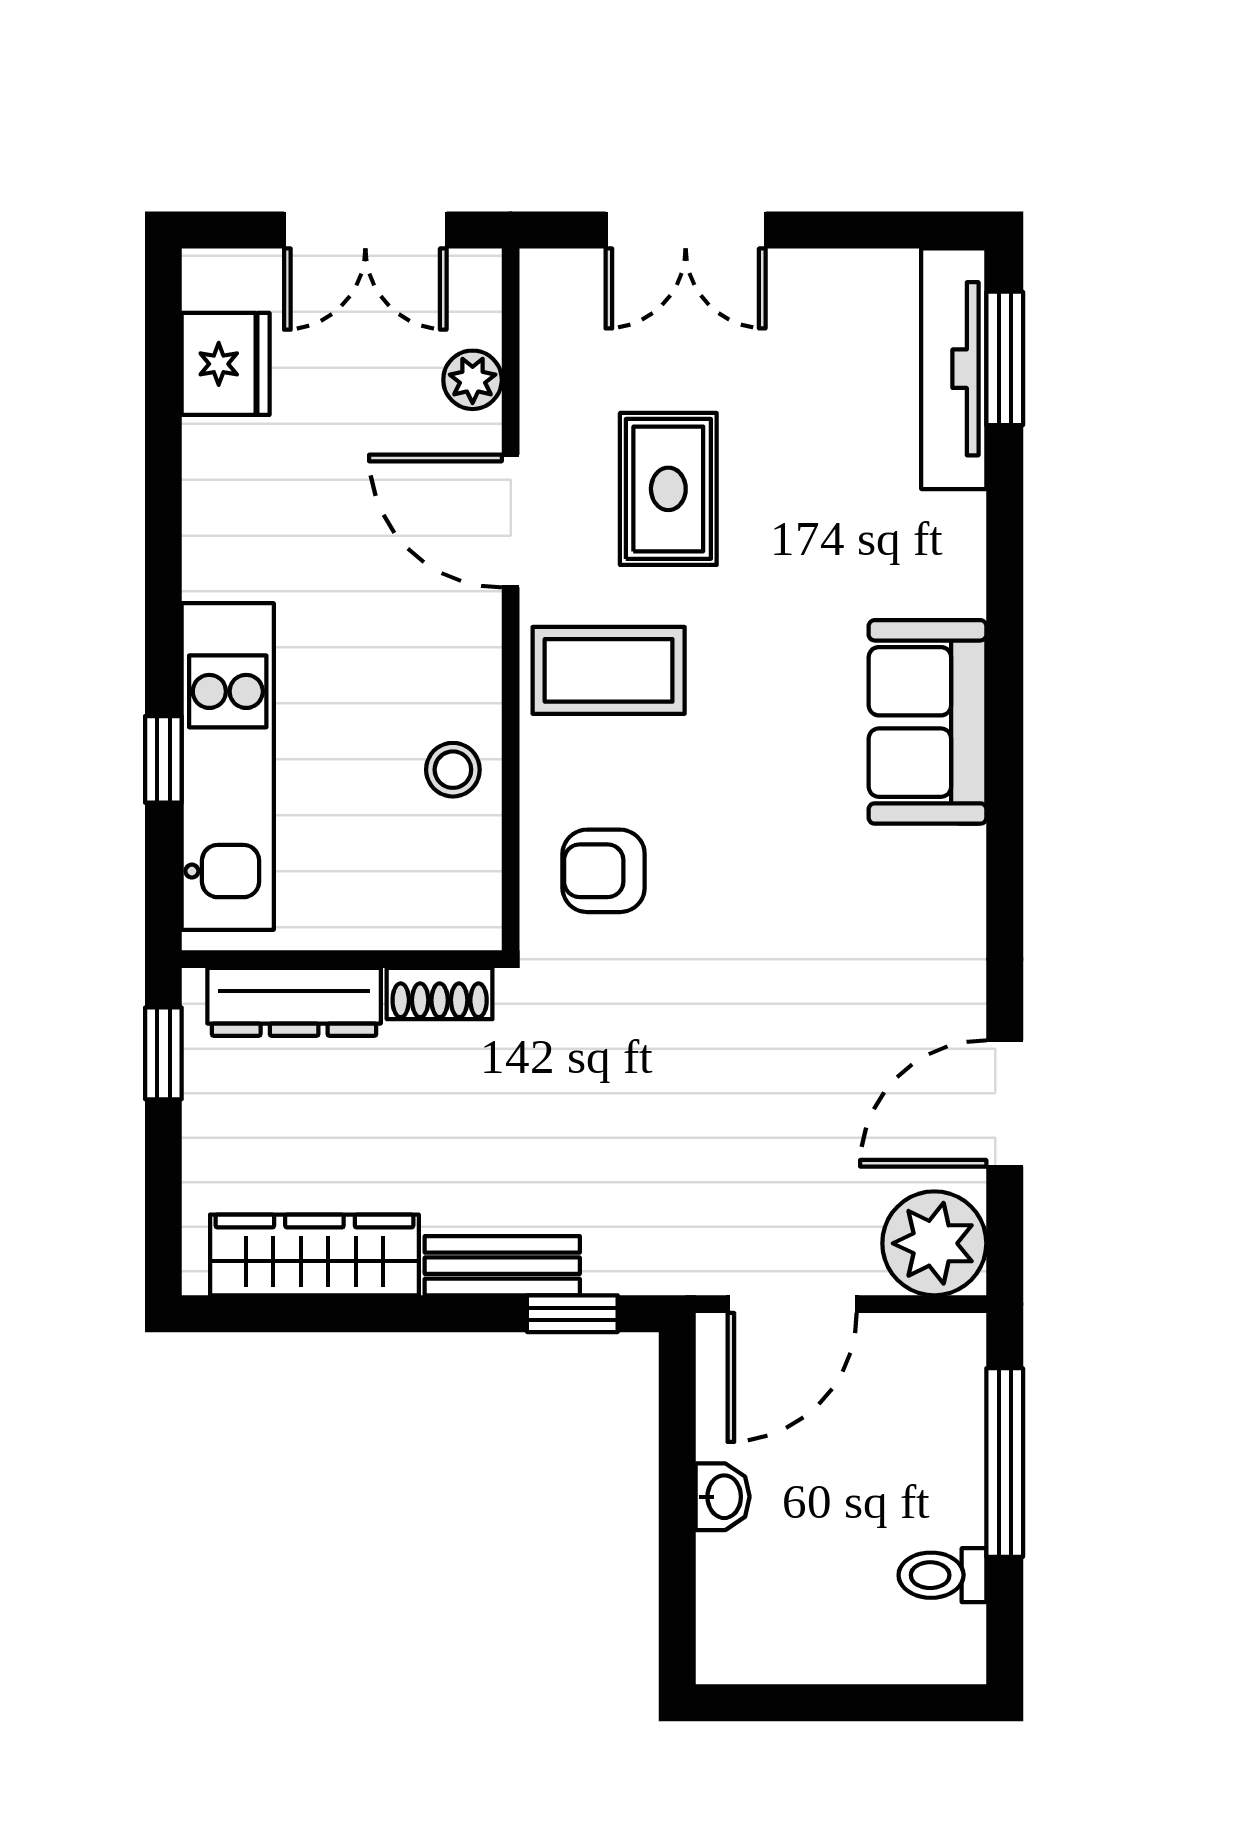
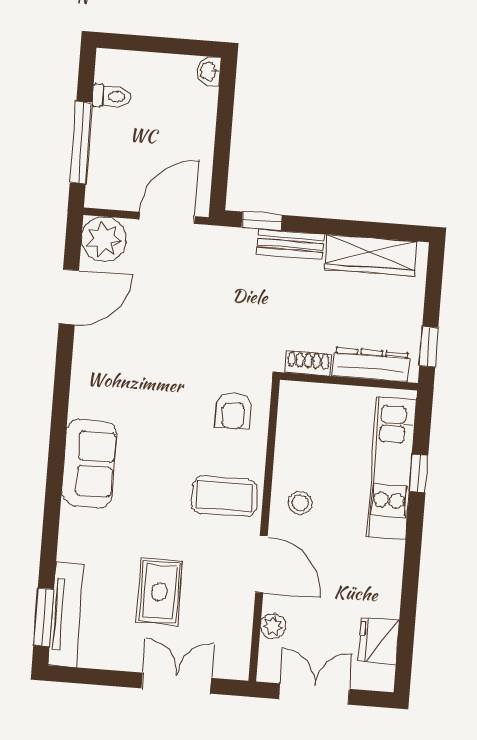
rug: (668, 489) -> (159, 592), moved
stool: (453, 770) -> (300, 503), moved
armchair: (604, 871) -> (233, 410), turned 90
washbasin: (723, 1497) -> (209, 71), moved

